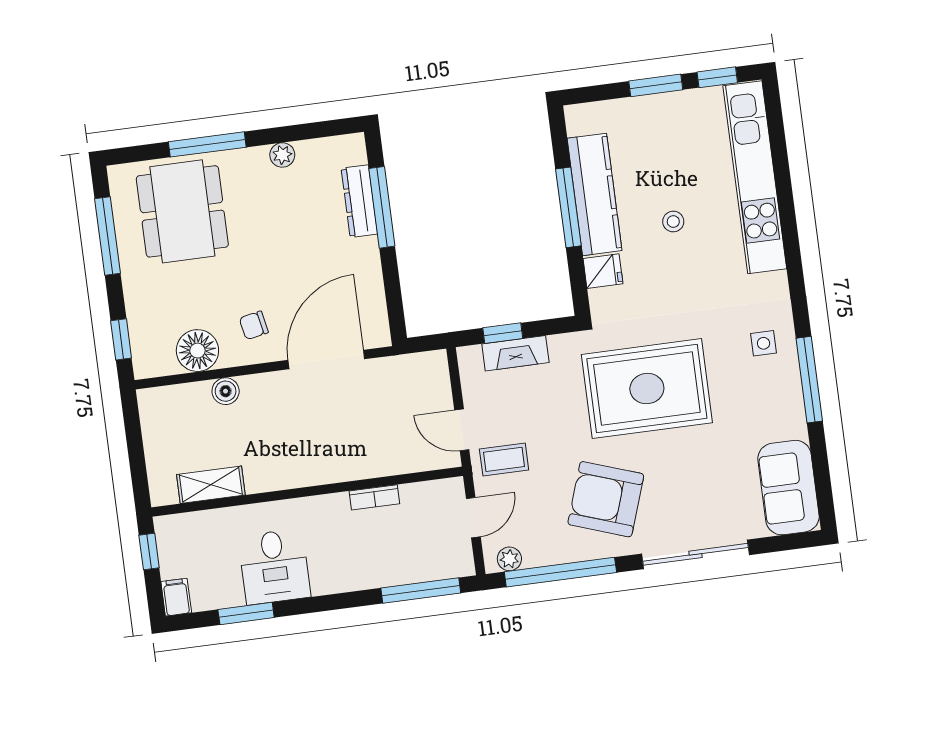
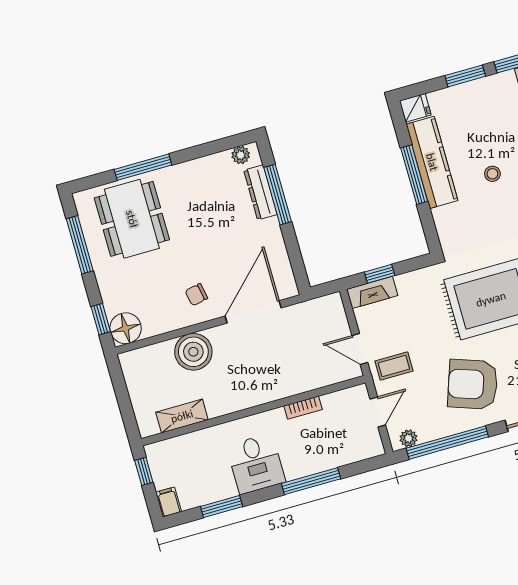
plant: (282, 155) -> (241, 155), moved
fridge: (603, 271) -> (415, 108), moved
floor lamp: (197, 351) -> (126, 328), moved
fireplace: (515, 353) -> (372, 292), moved
boiler: (226, 391) -> (193, 352), width x1.86, depth x1.86
desk: (274, 567) -> (256, 464), moved
window: (421, 591) -> (311, 481), moved

